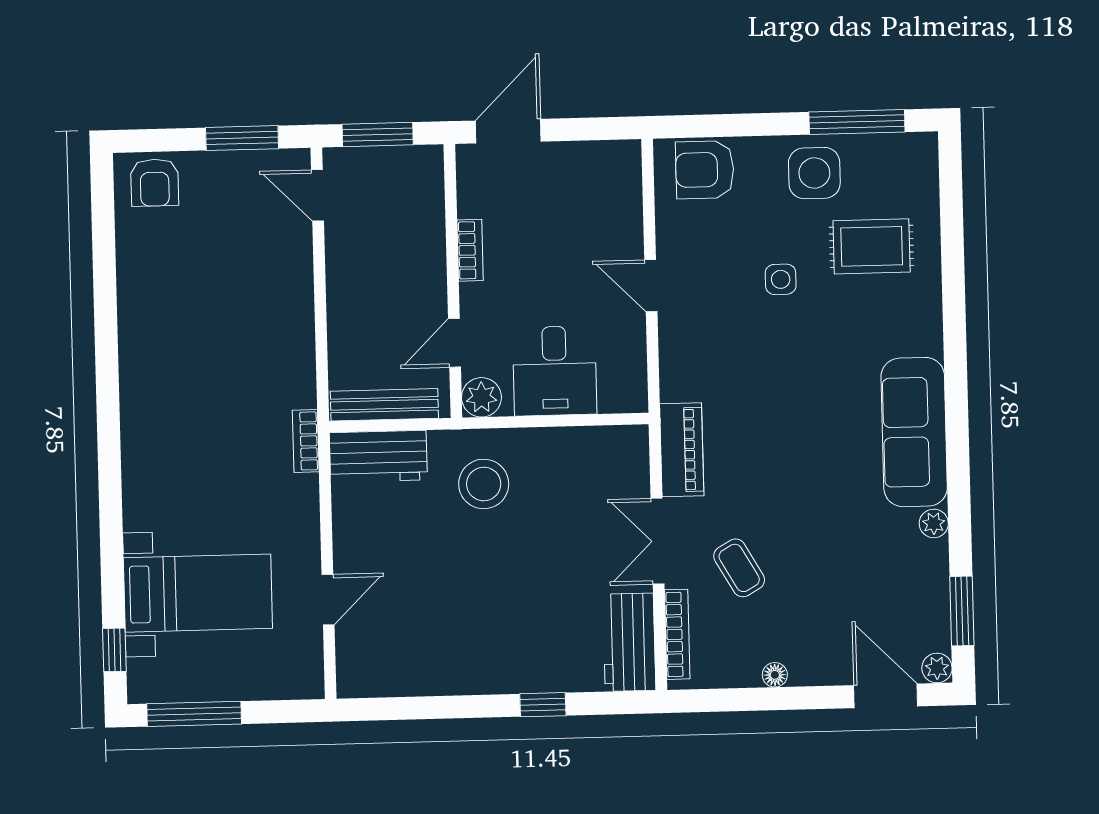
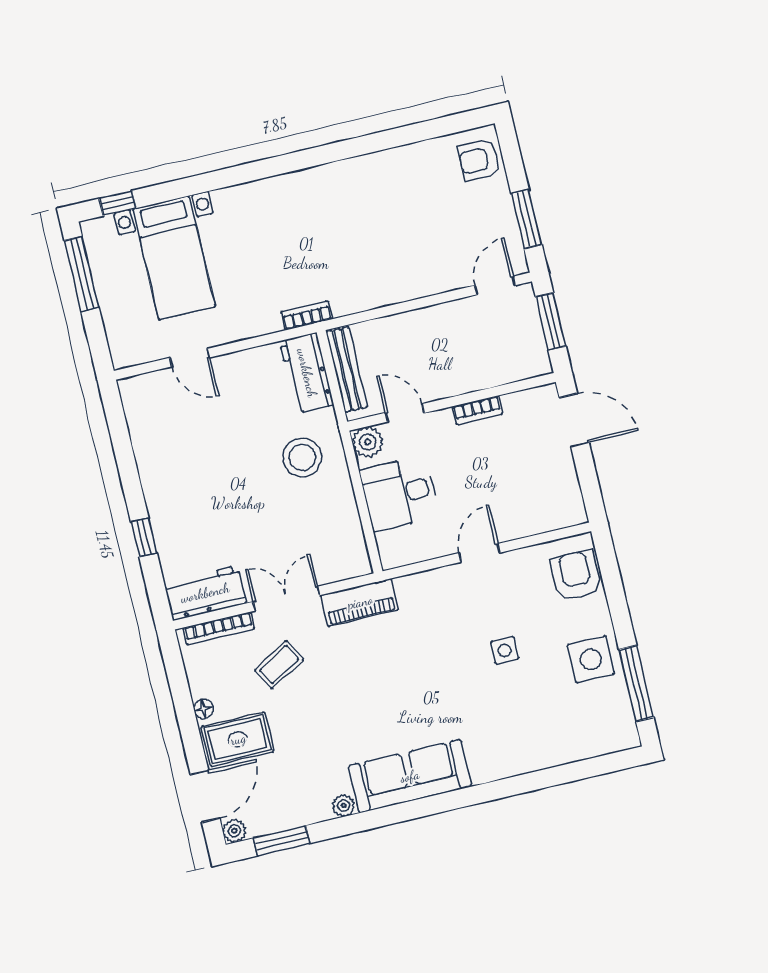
rug: (872, 246) -> (238, 739), moved, turned 90

